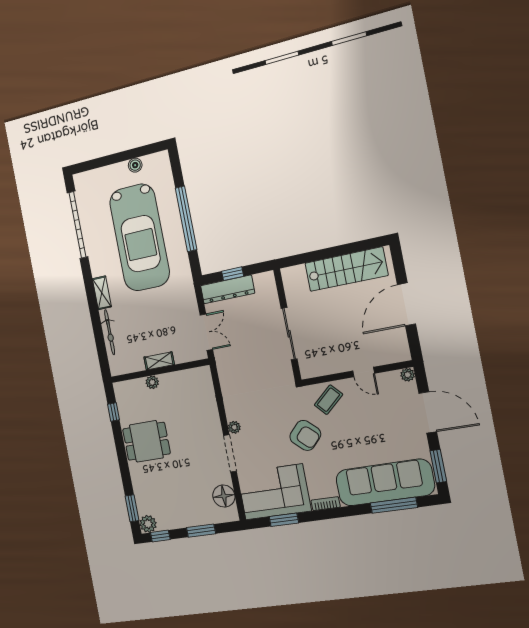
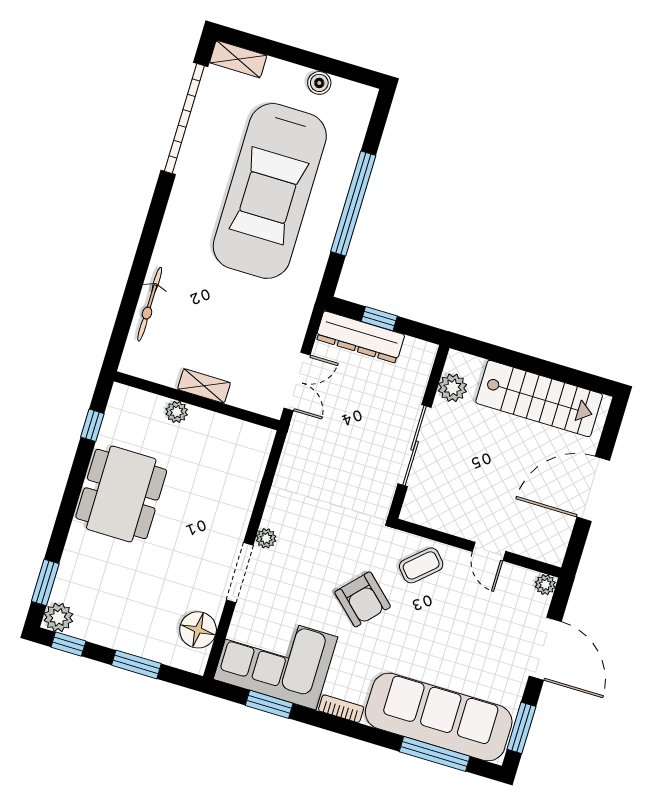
plant: (293, 290) -> (453, 388), added
shelving: (102, 293) -> (238, 59), moved, turned 90
dining table: (146, 441) -> (121, 494), width x1.37

